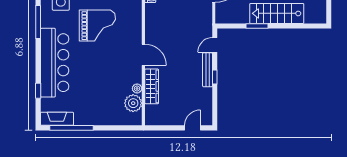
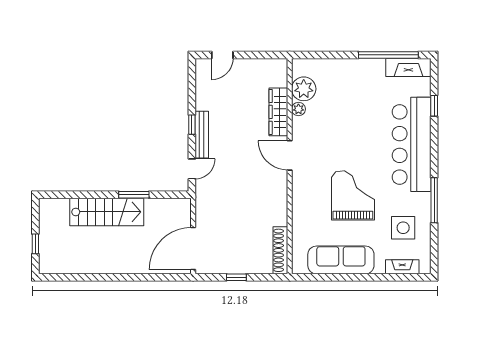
grand piano: (97, 26) -> (353, 195), turned 90

